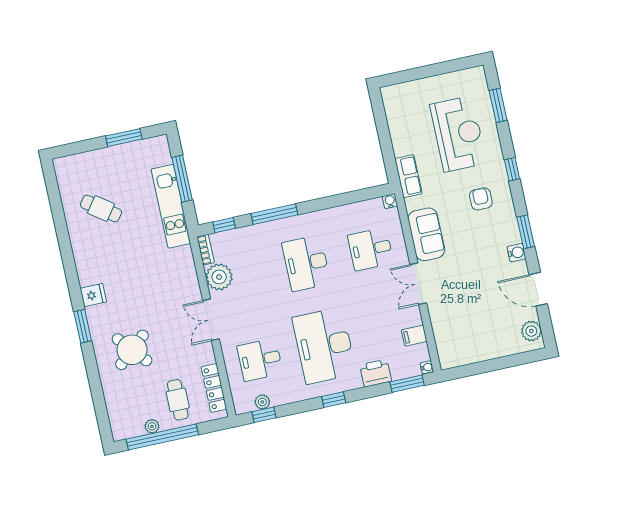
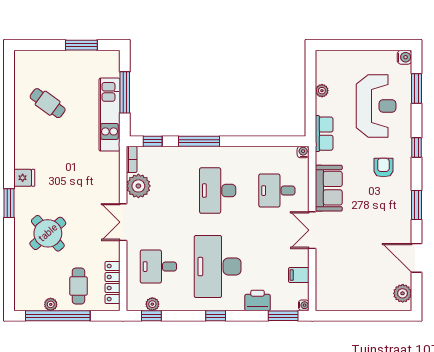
plant: (396, 130) -> (322, 91), added
water cooler: (516, 253) -> (404, 57), moved

